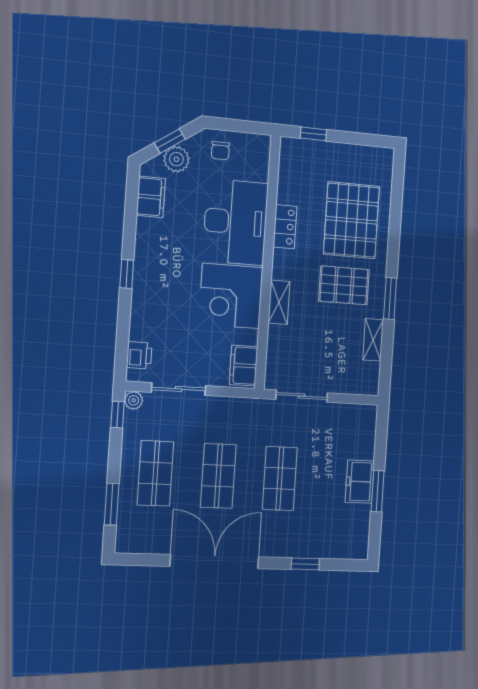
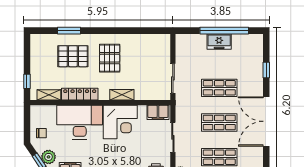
pallet: (352, 220) -> (73, 56), width x0.73, depth x0.71
locker: (285, 227) -> (80, 94), width x1.53
window: (390, 299) -> (69, 31), moved
shelving: (373, 340) -> (49, 95), moved
sliding door: (179, 389) -> (173, 137), moved
window: (378, 491) -> (224, 31), width x2.11

